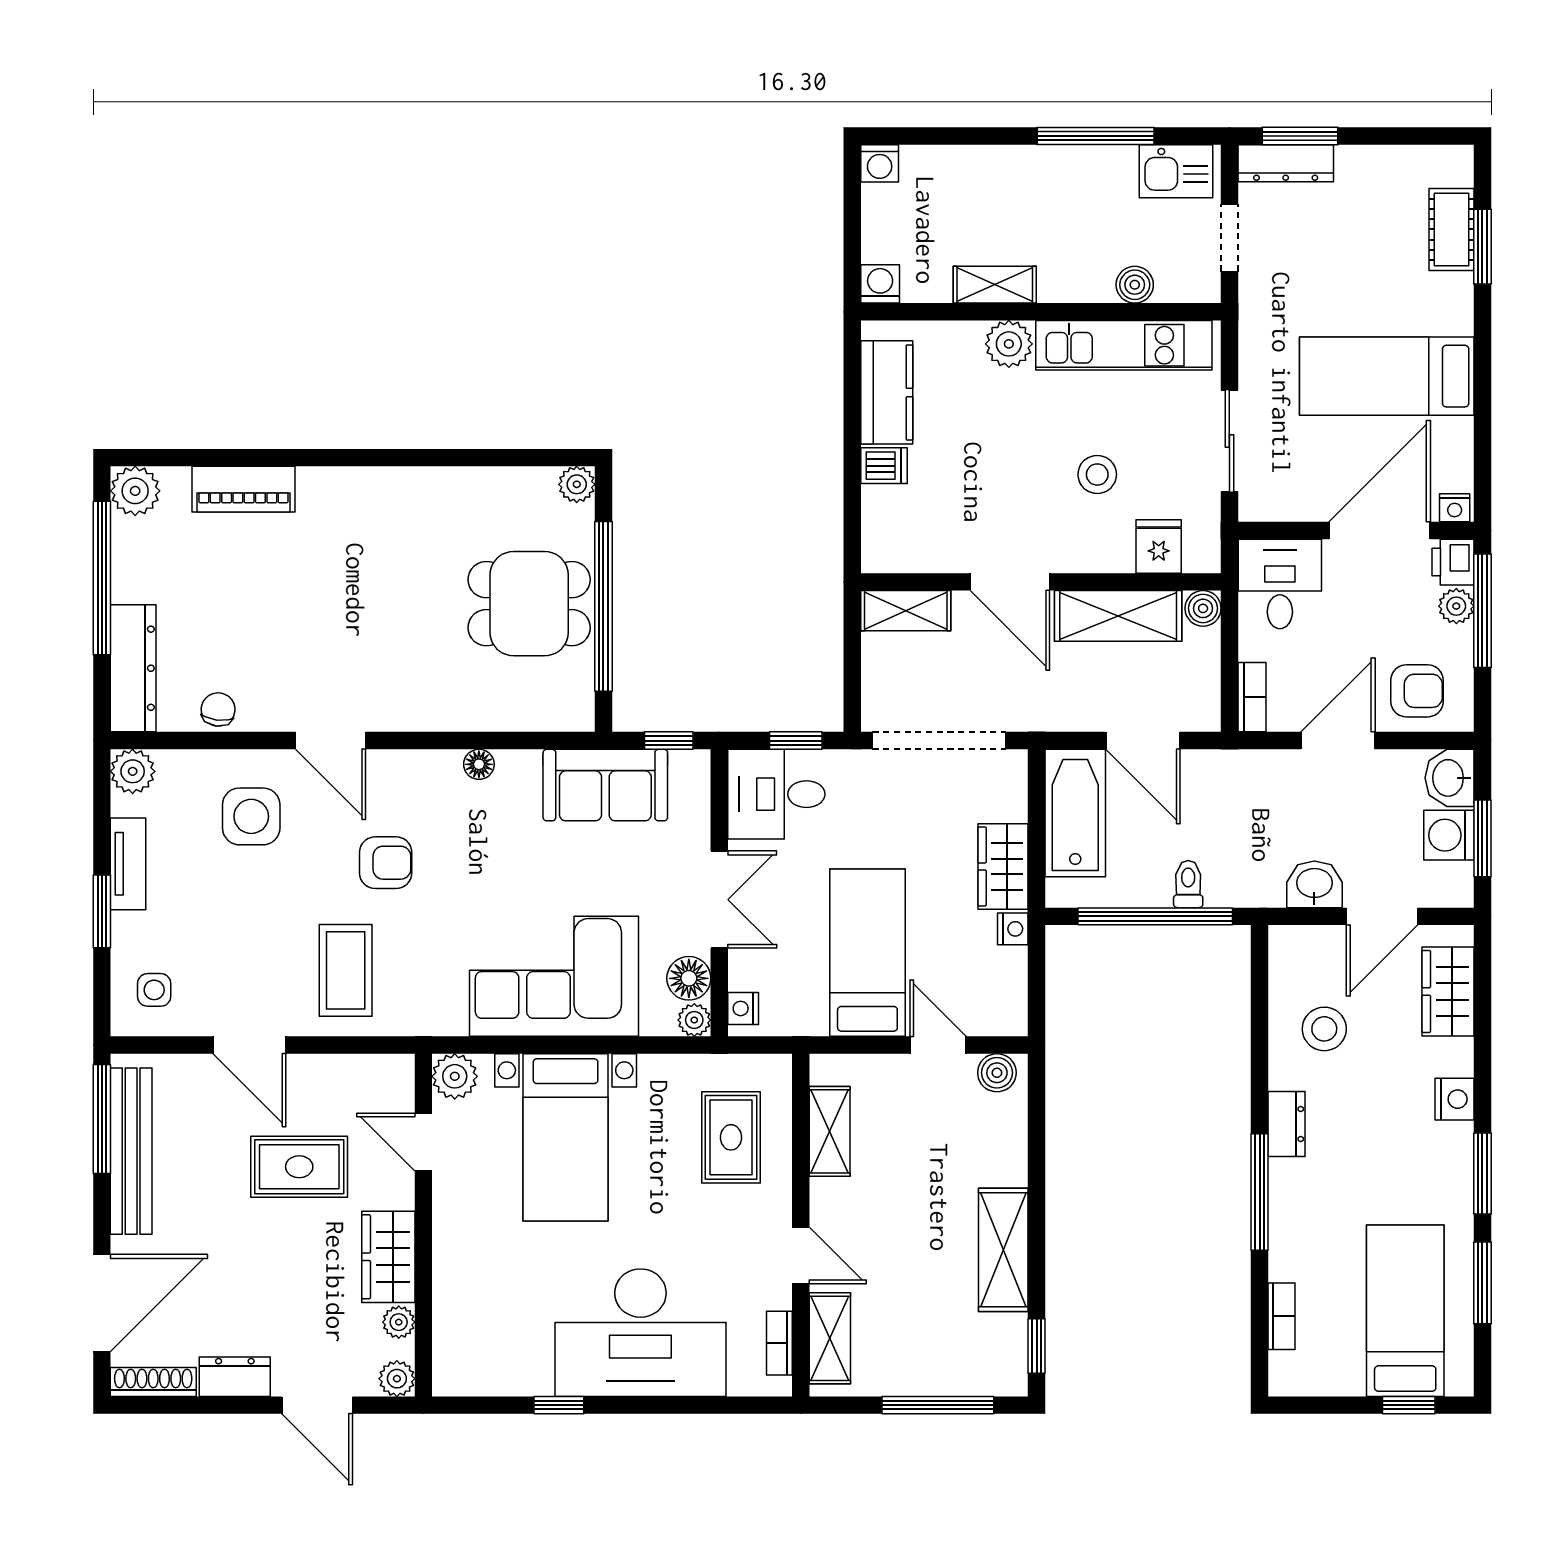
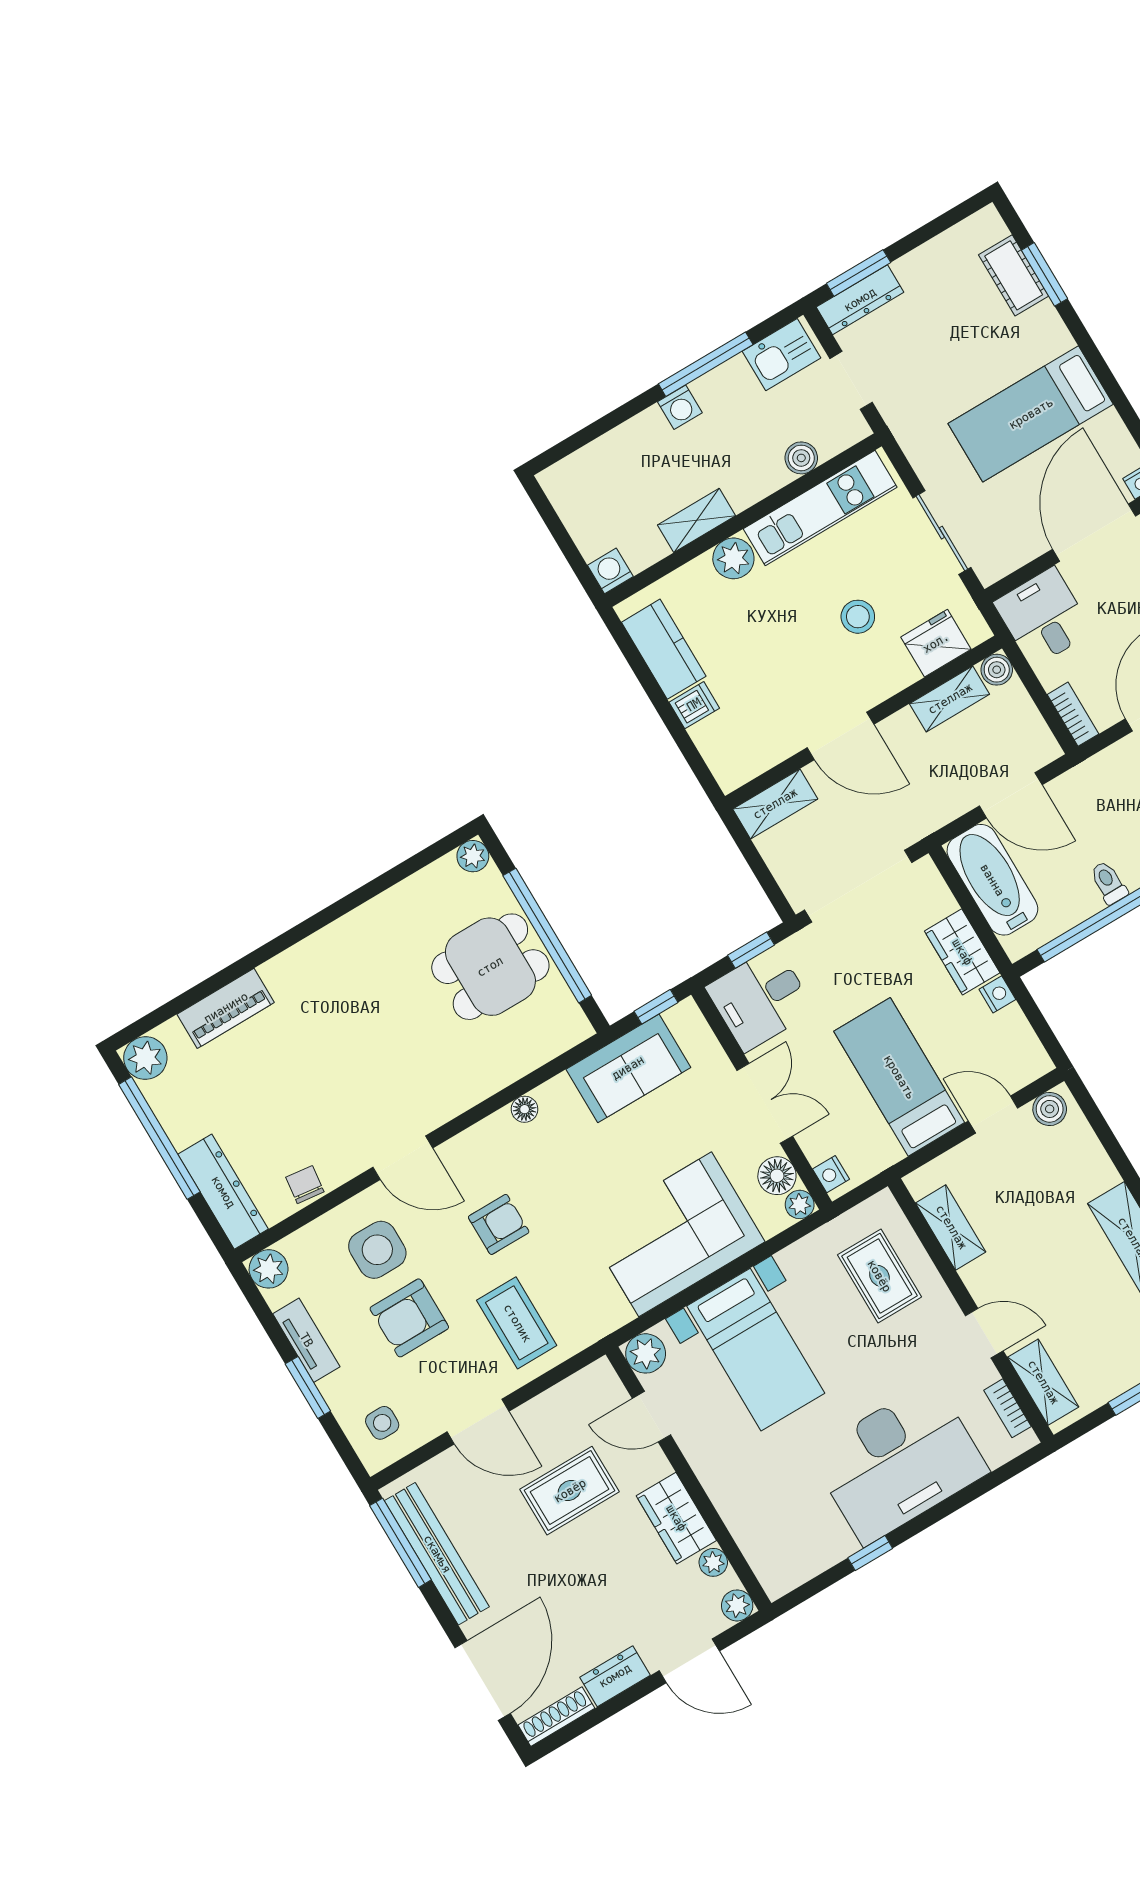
washing machine: (880, 163) -> (680, 407), moved
fridge: (1159, 546) -> (936, 643), width x1.38
shelving: (1118, 616) -> (950, 699), width x0.67, depth x0.75
armchair: (243, 902) -> (409, 1318), added

